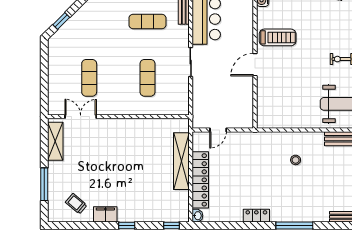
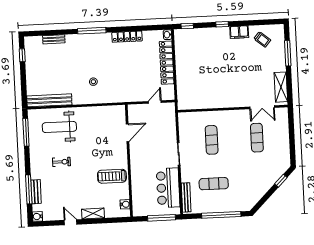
door: (255, 65) -> (128, 133), moved
shelving: (181, 161) -> (182, 76), removed
locker: (256, 216) -> (127, 37), width x1.53

